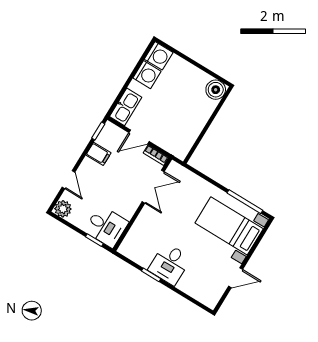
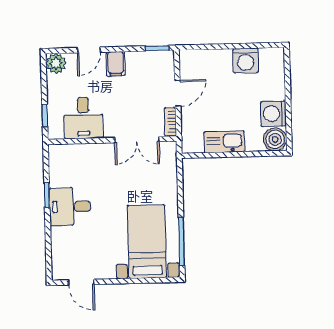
washing machine: (159, 56) -> (273, 114), moved, turned 90
kitchen sink: (126, 107) -> (224, 142), moved, turned 180
door: (139, 137) -> (178, 93), swing flipped
filing cabinet: (98, 154) -> (116, 64), moved
desk: (106, 226) -> (83, 118), moved
door: (236, 278) -> (81, 282), moved

